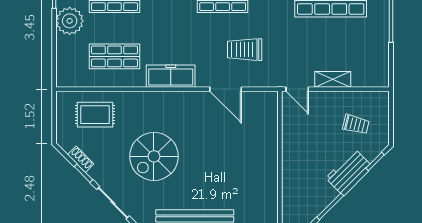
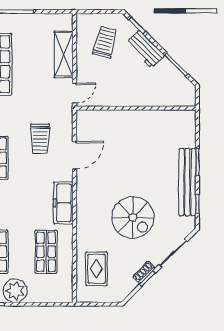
shelving: (333, 79) -> (64, 54), width x1.50, depth x1.33
trolley: (356, 124) -> (105, 42), width x1.36, depth x1.39
shoe rack: (81, 159) -> (144, 272), moved

